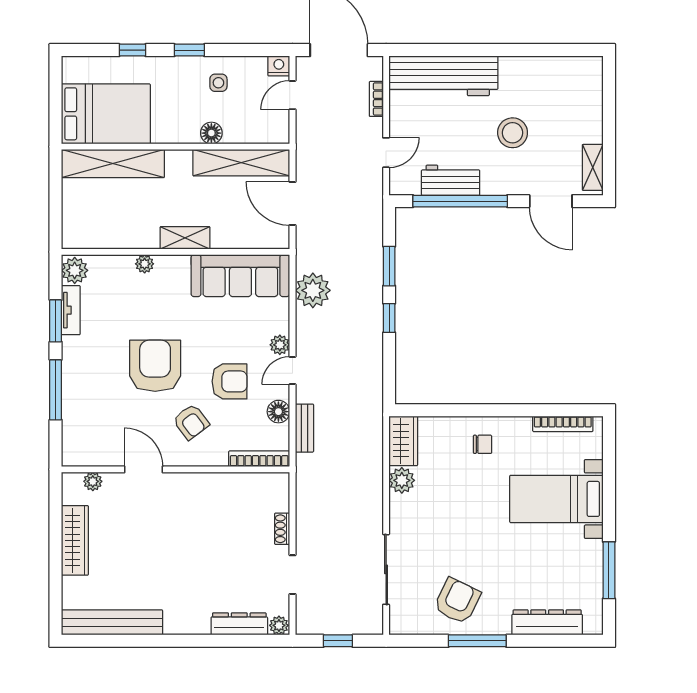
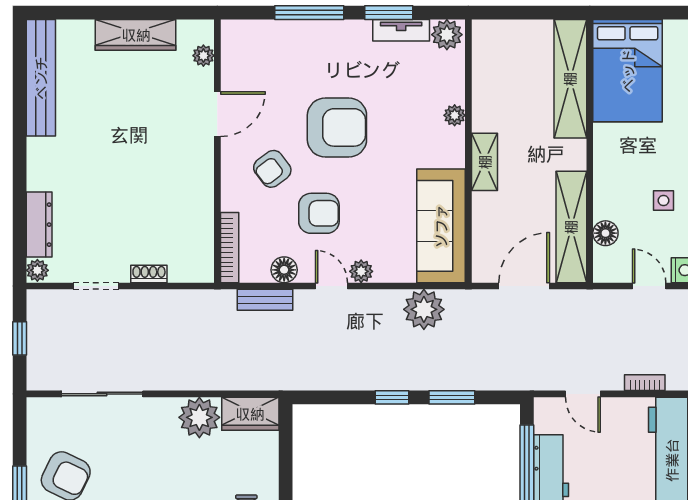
floor lamp: (211, 133) -> (605, 233), moved
armchair: (230, 381) -> (319, 213), turned -90
plant: (402, 480) -> (199, 417), width x1.36, depth x1.36

